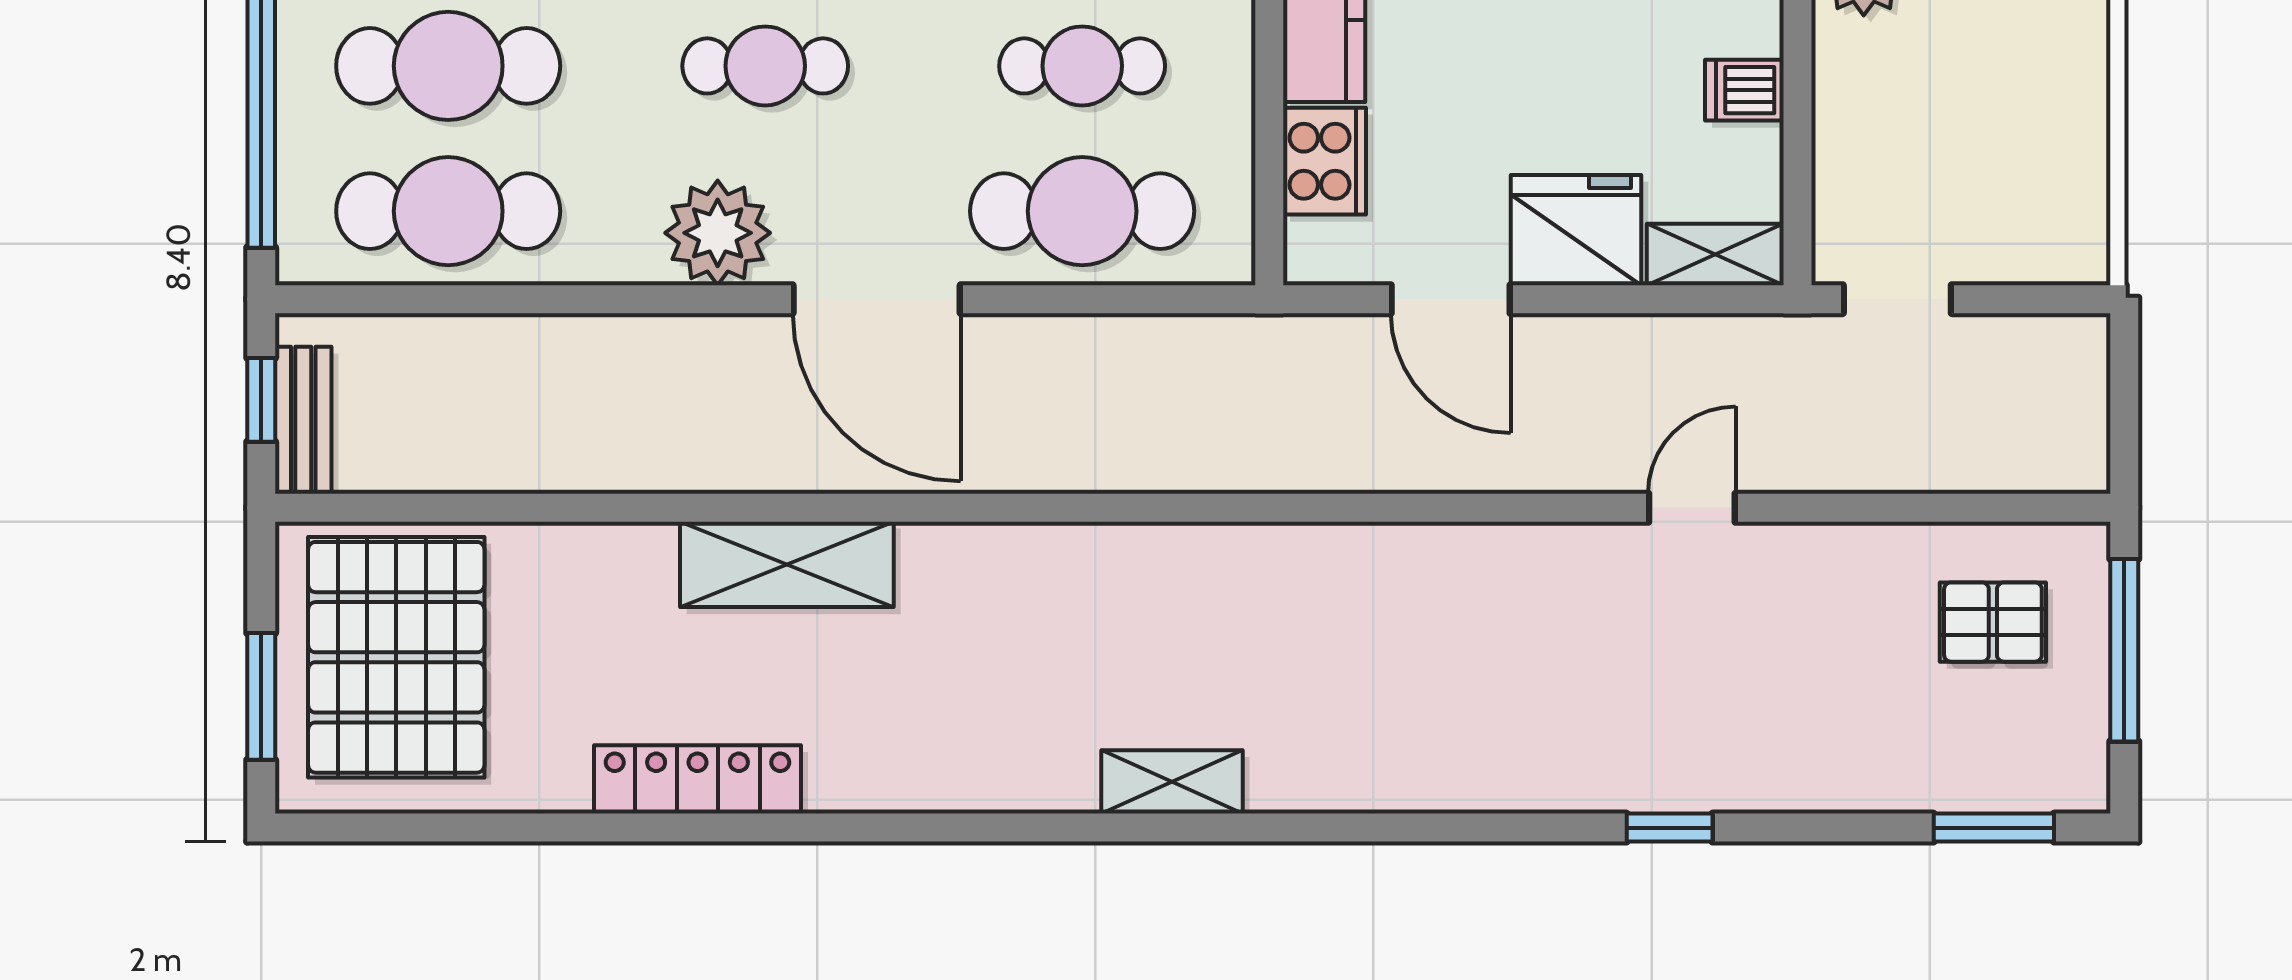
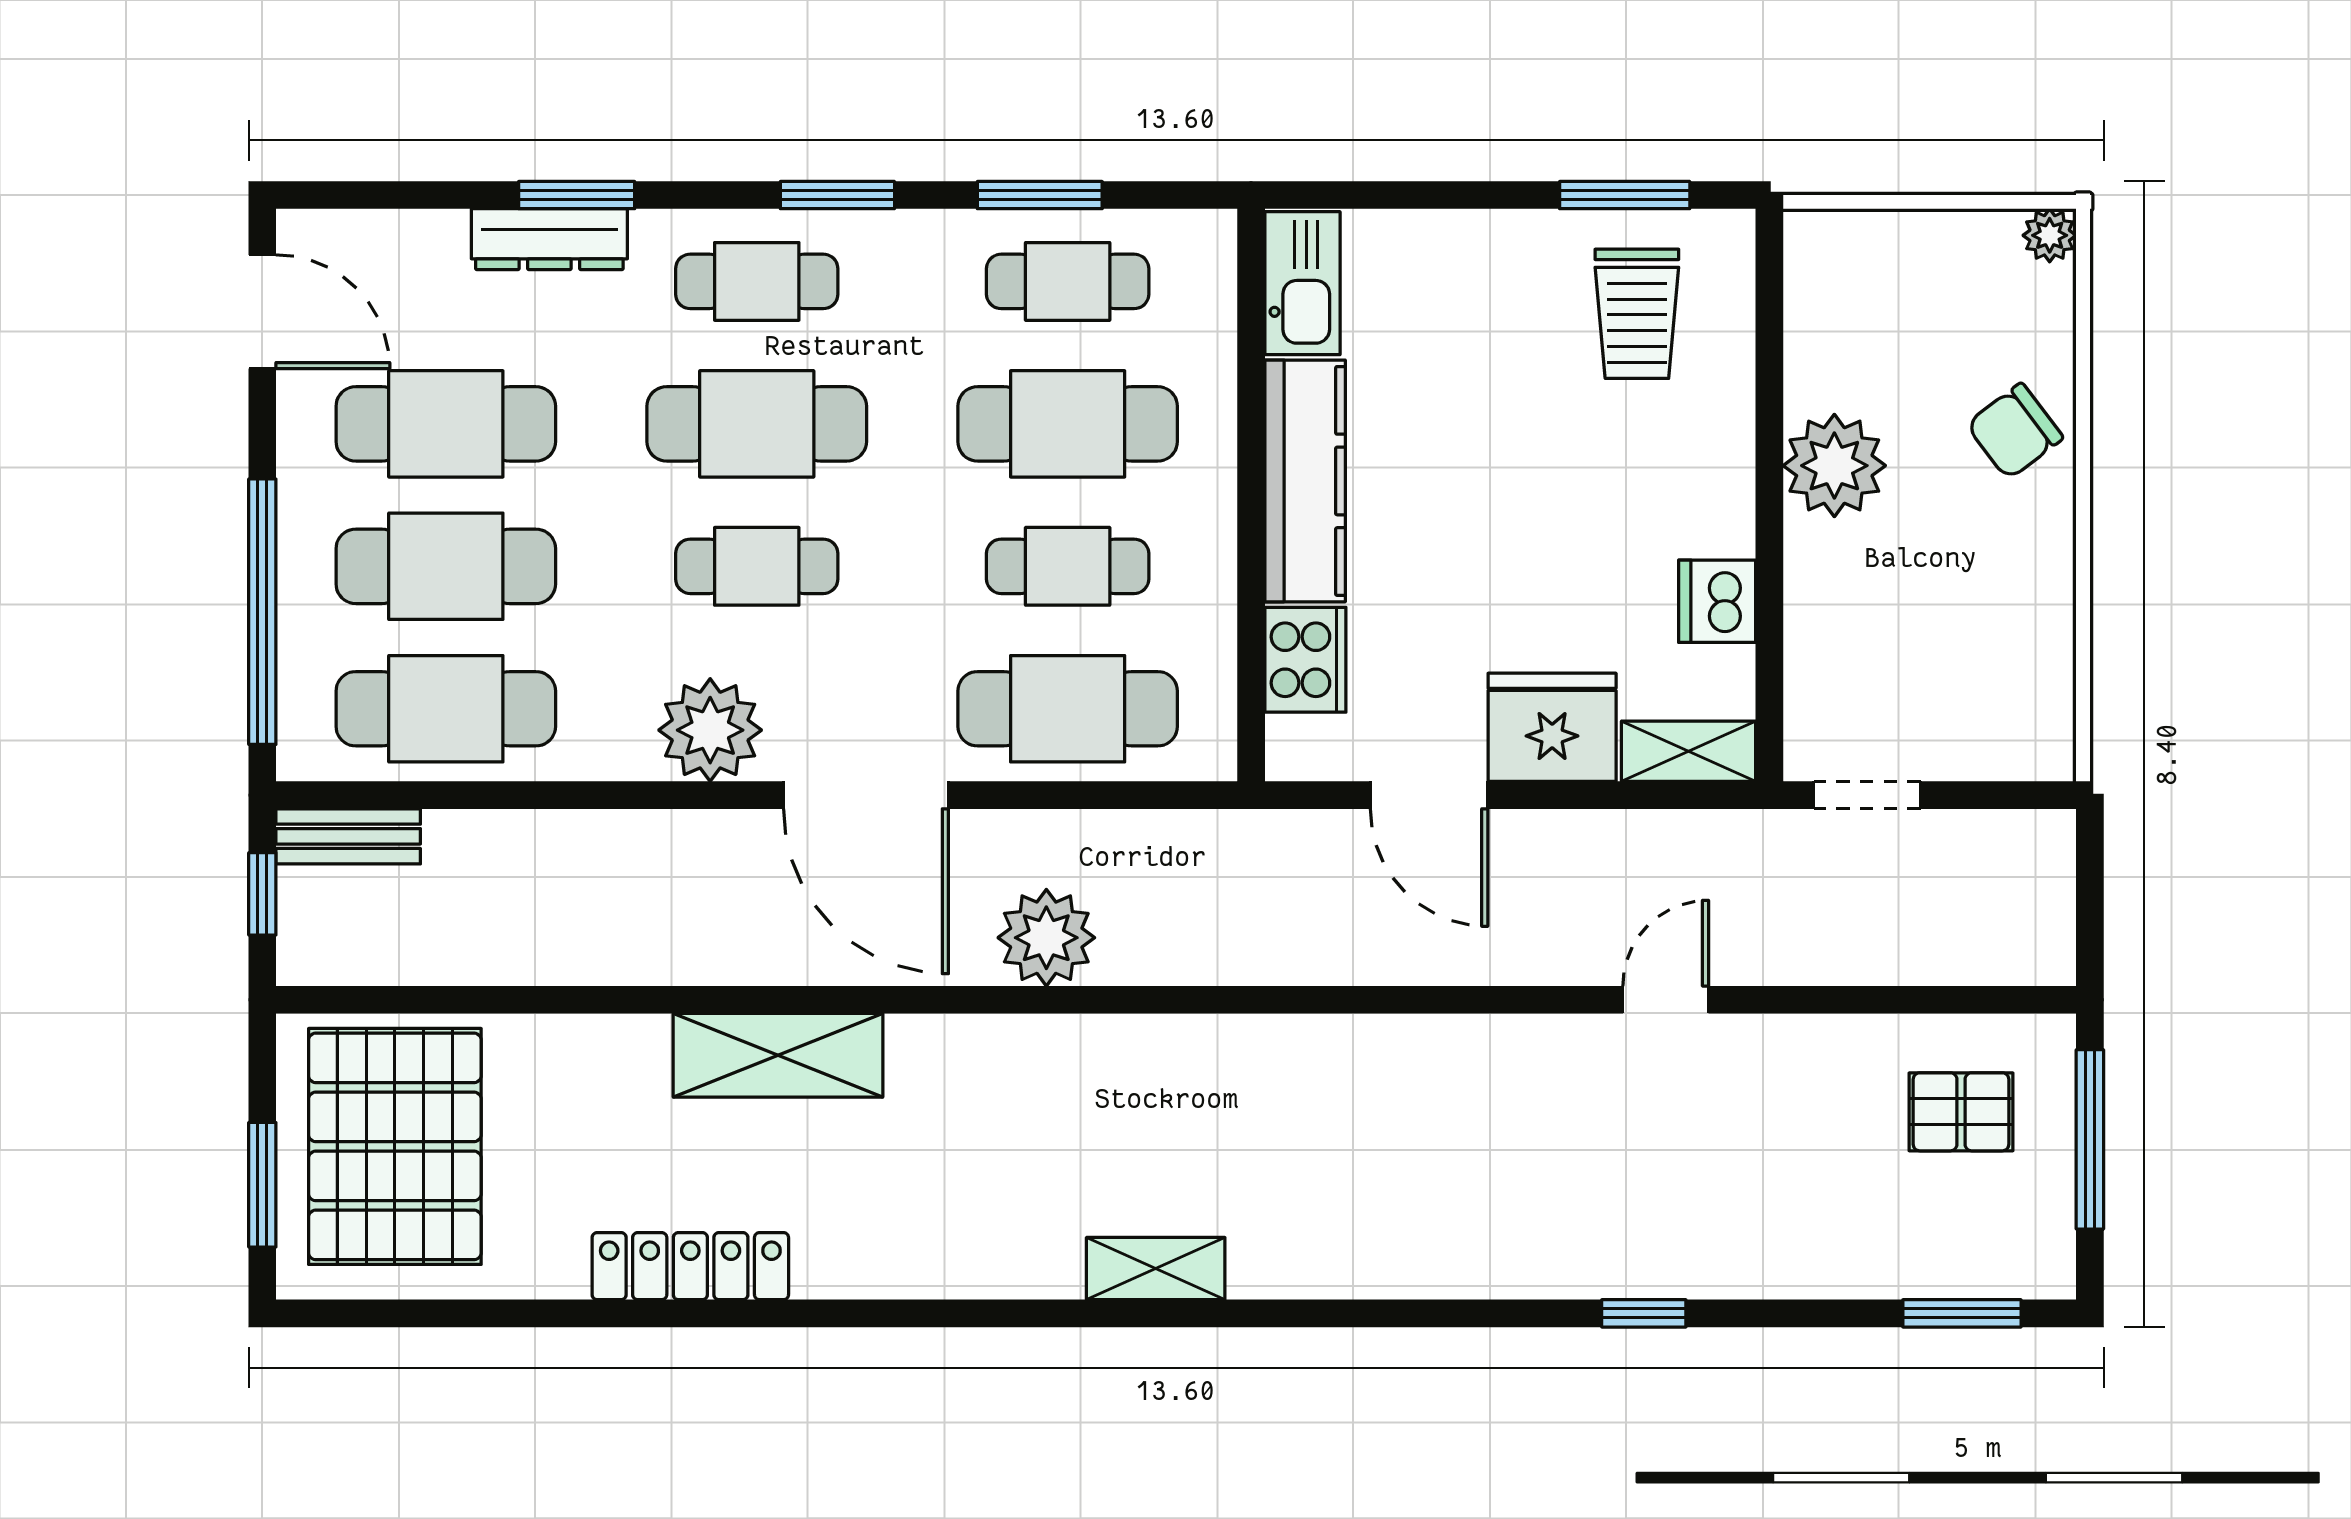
dishwasher: (1744, 90) -> (1717, 601), width x1.38
bench: (303, 420) -> (348, 836), moved, turned 90
plant: (1060, 445) -> (1046, 938), added

